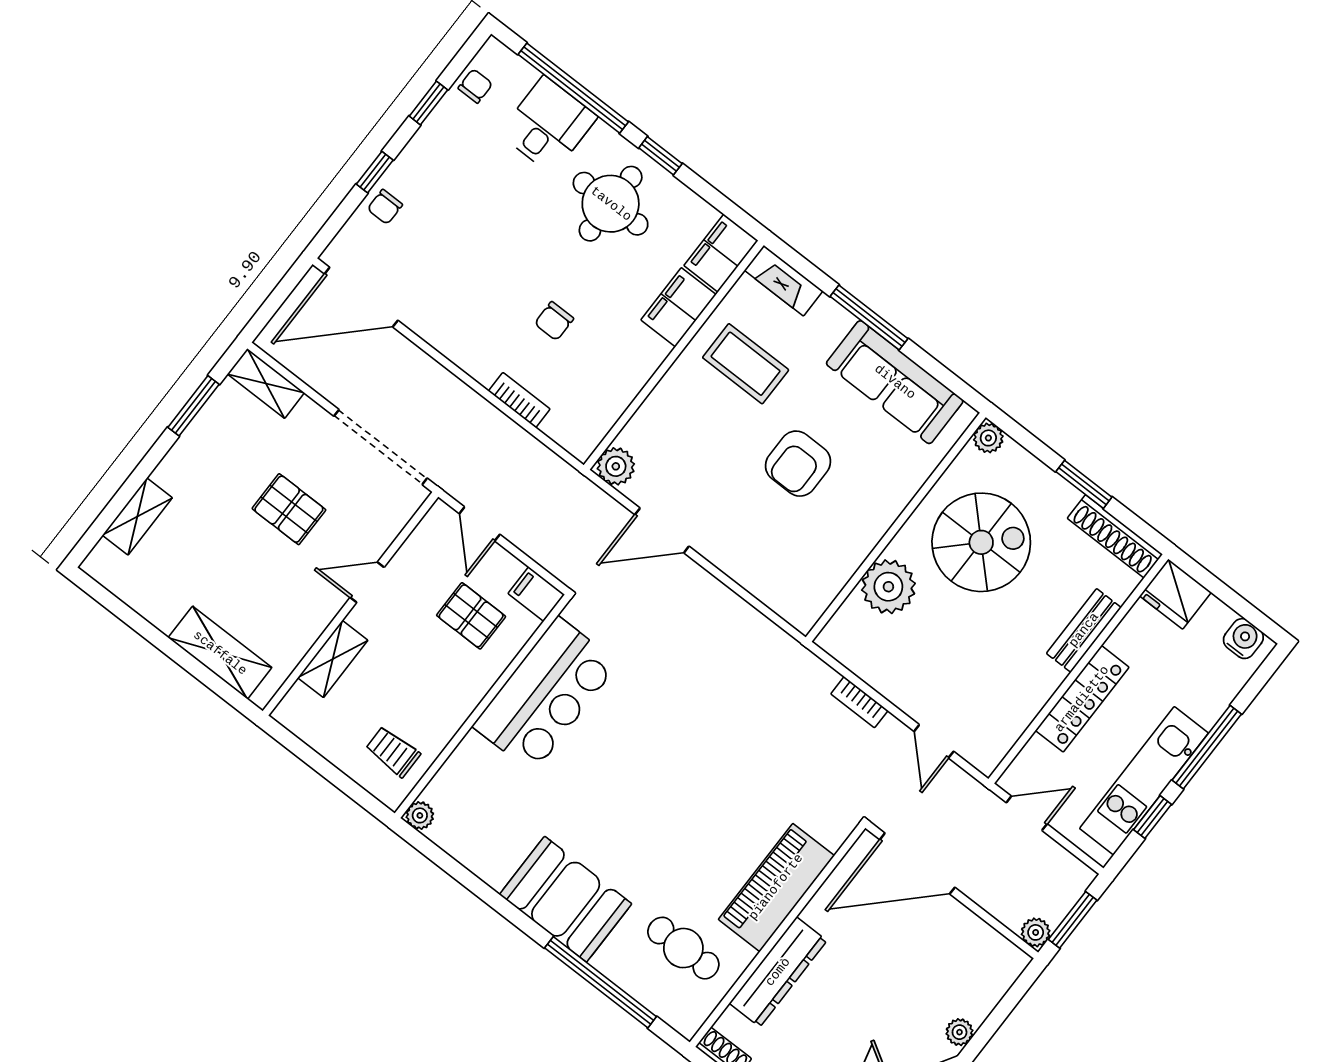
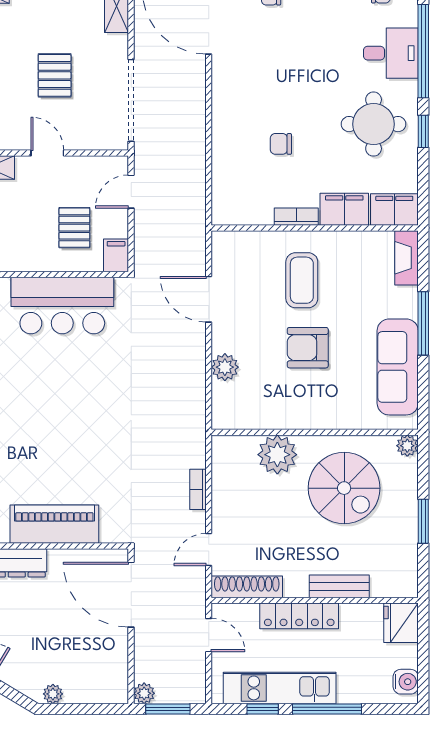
coffee table: (746, 364) -> (302, 280), moved
bookcase: (519, 400) -> (296, 217), moved, turned -90
plant: (616, 466) -> (225, 367), moved
shoe rack: (1115, 536) -> (247, 587), moved, turned 90

